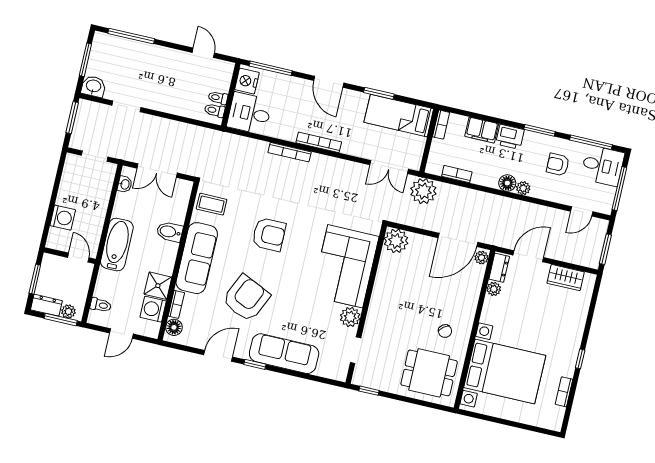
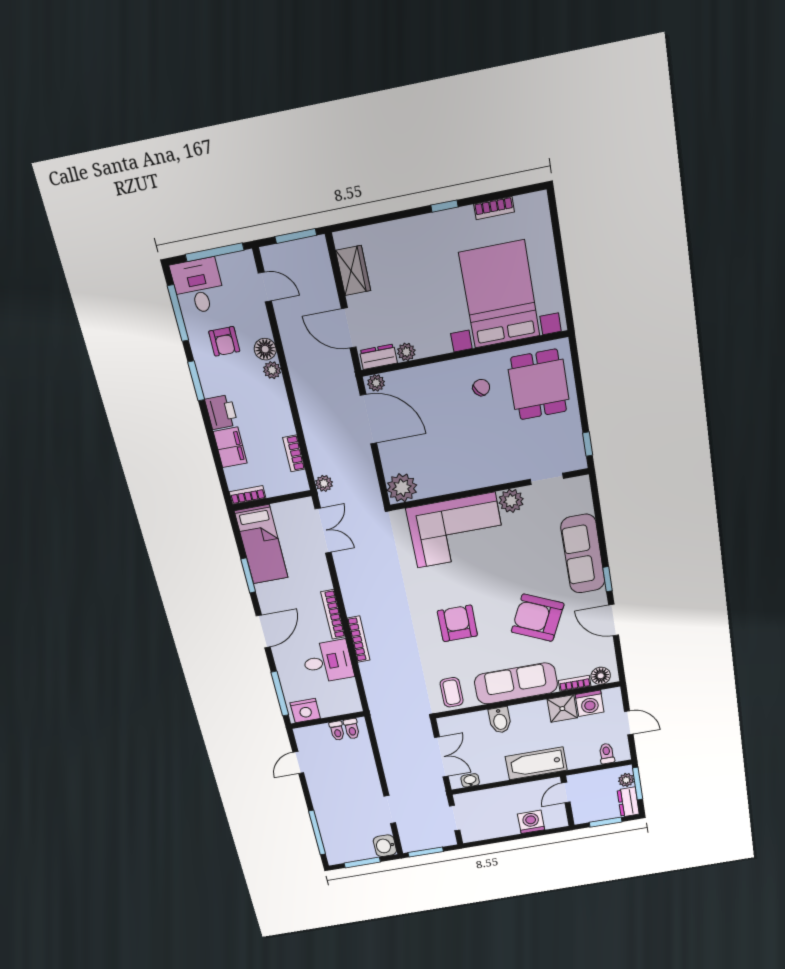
desk: (249, 113) -> (328, 662), moved, turned -90
floor lamp: (507, 183) -> (265, 349), moved
plant: (423, 191) -> (324, 483), width x0.53, depth x0.53

